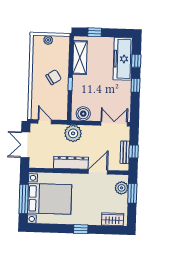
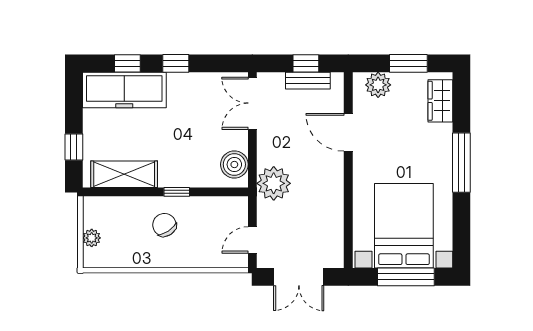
dresser: (71, 163) -> (332, 186), removed
window: (132, 193) -> (408, 63), moved
window: (81, 229) -> (461, 163), width x2.17

